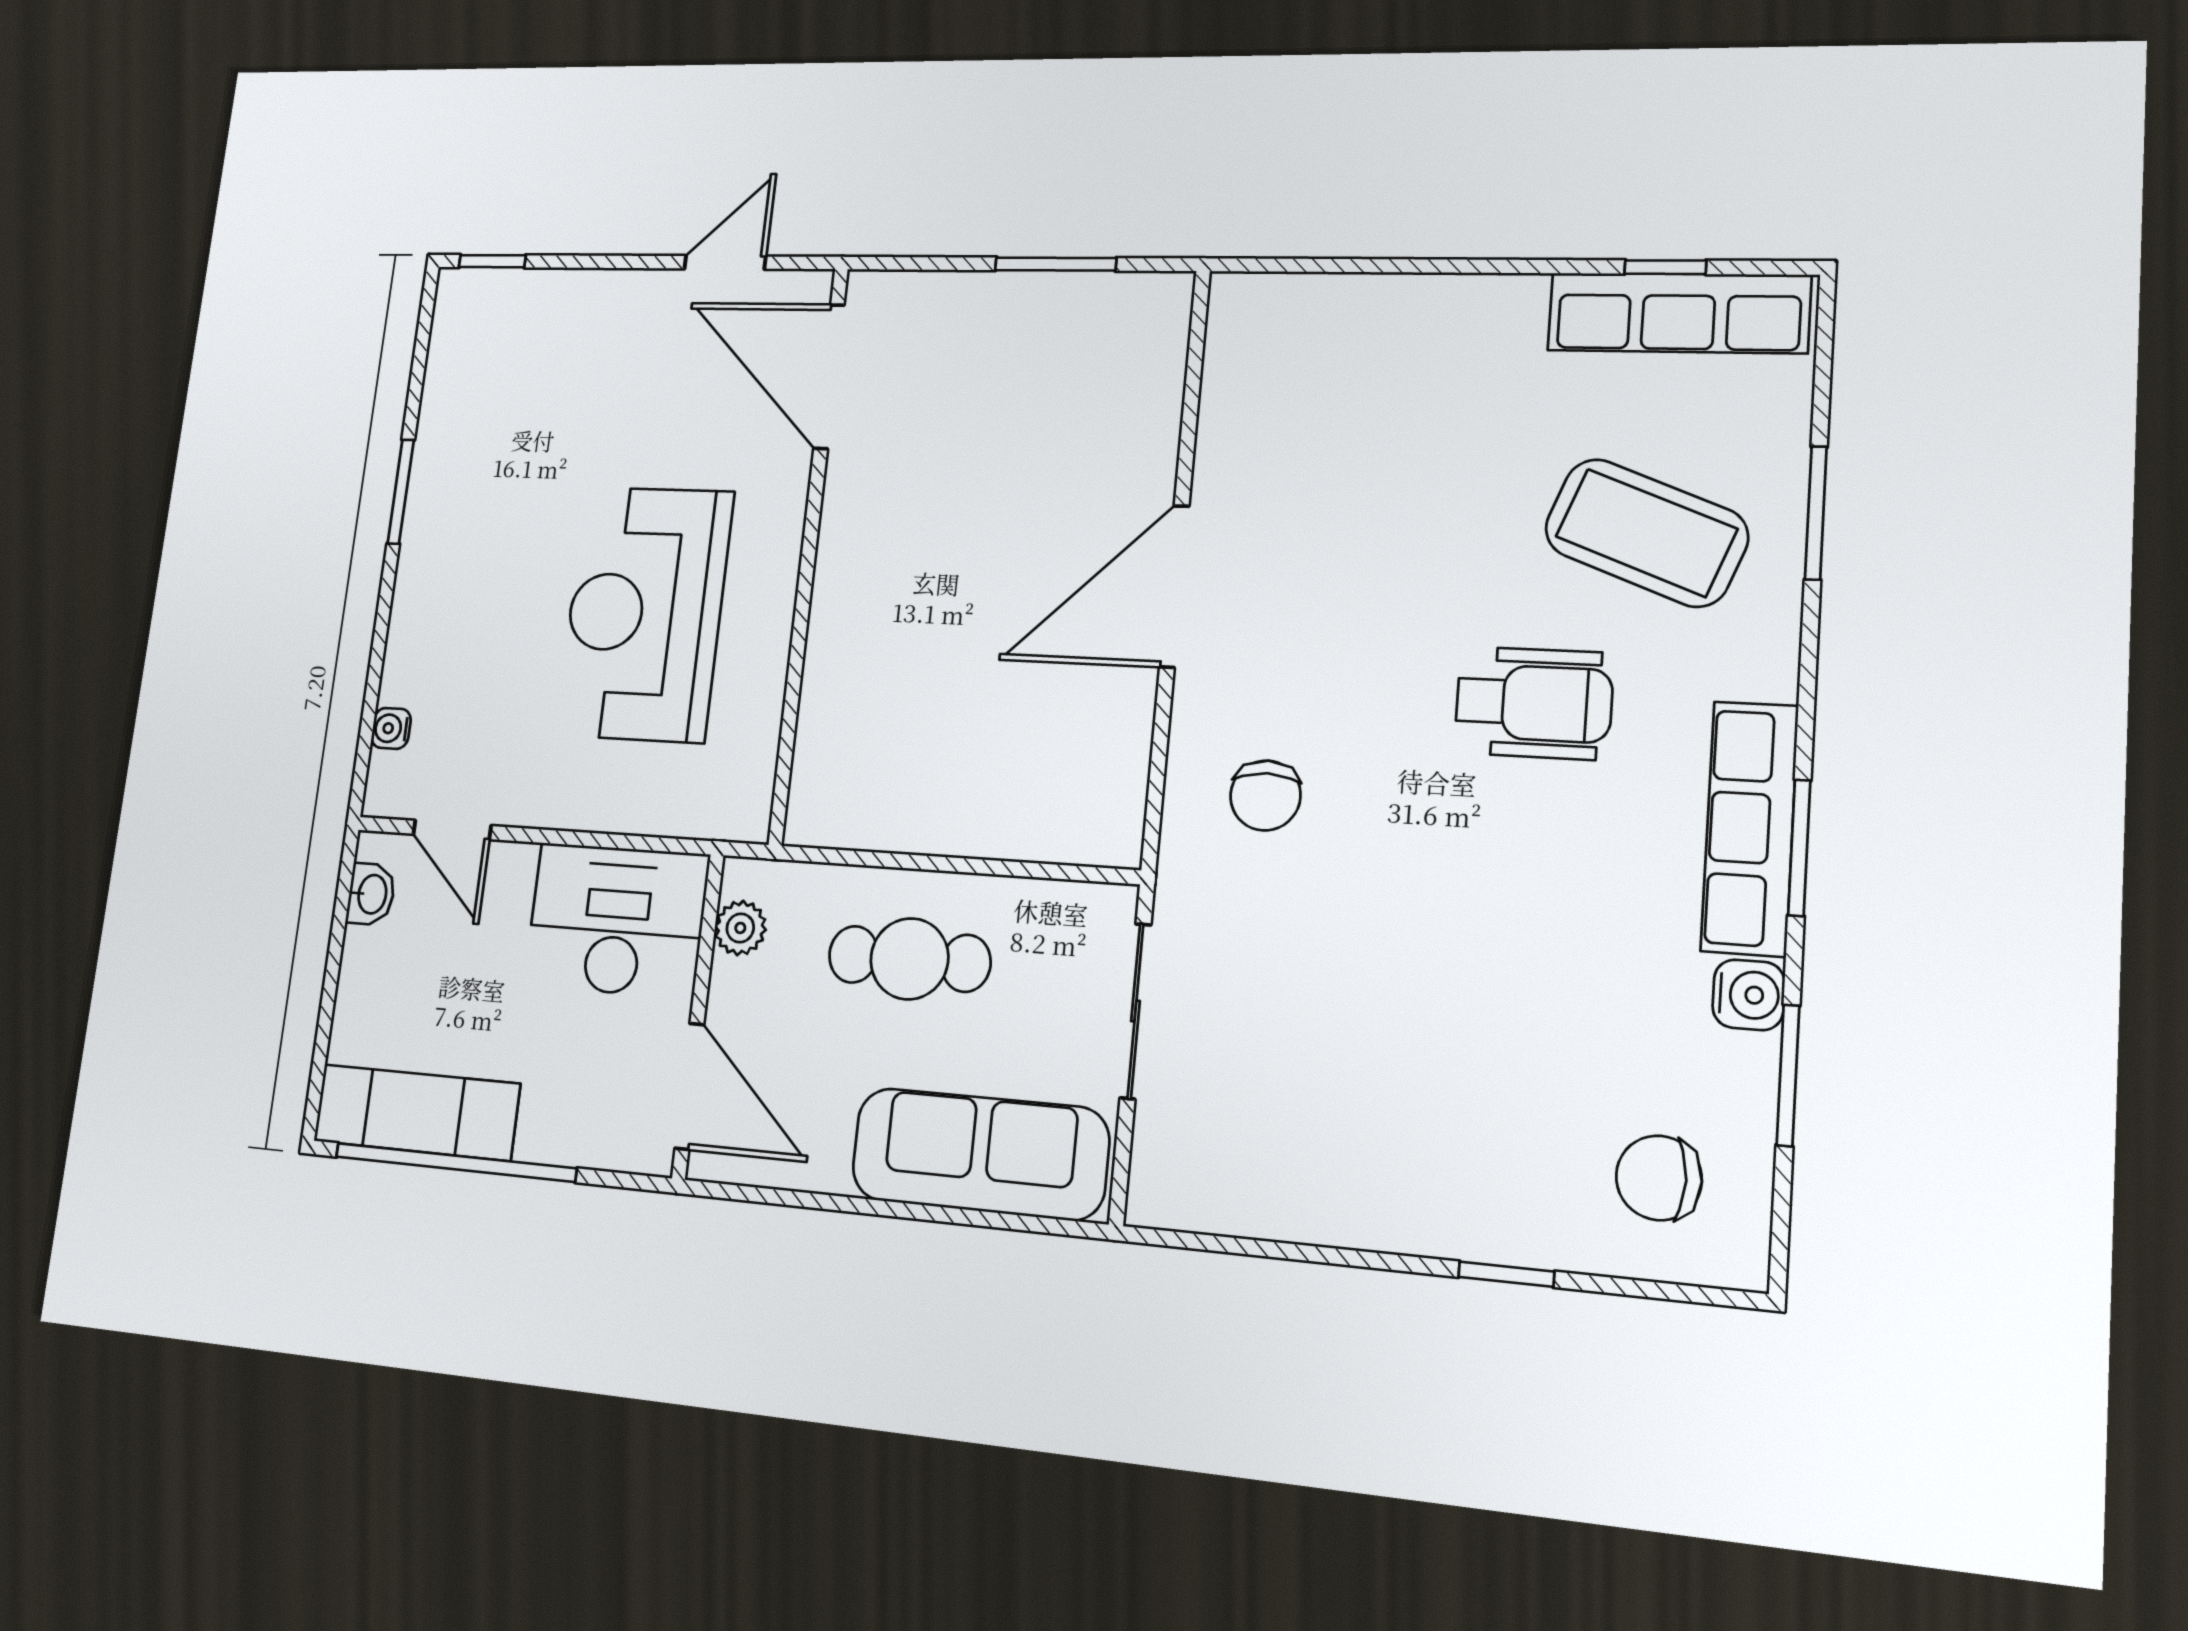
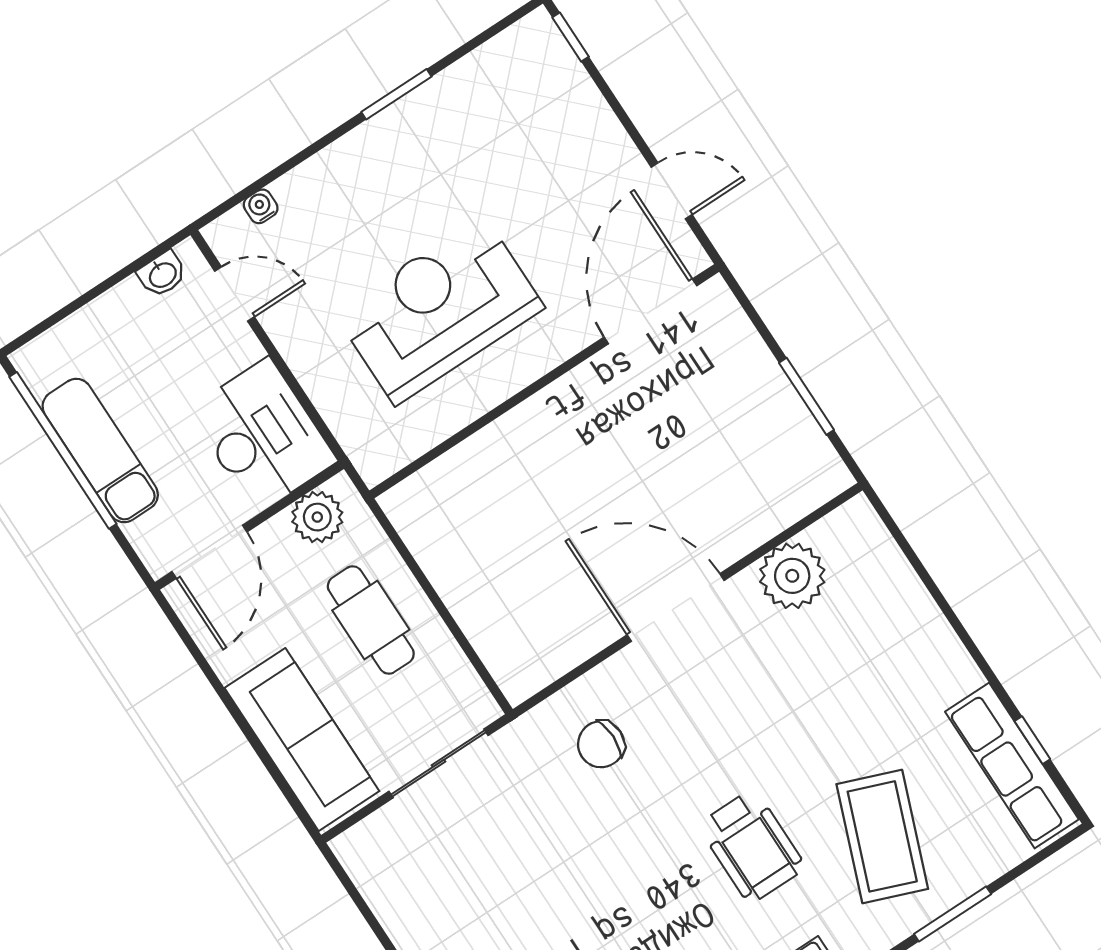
plant: (1244, 422) -> (792, 576), added
door: (452, 830) -> (235, 294), swing flipped
plant: (740, 928) -> (317, 517), width x1.38, depth x1.38
exam couch: (416, 1112) -> (100, 451), moved

